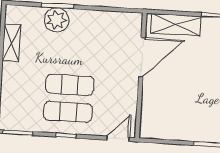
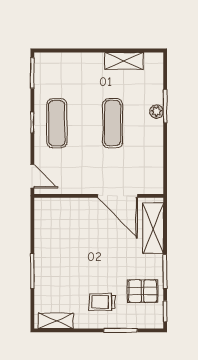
plant: (57, 20) -> (156, 112), width x0.53, depth x0.53
exercise mat: (70, 85) -> (113, 123), moved

